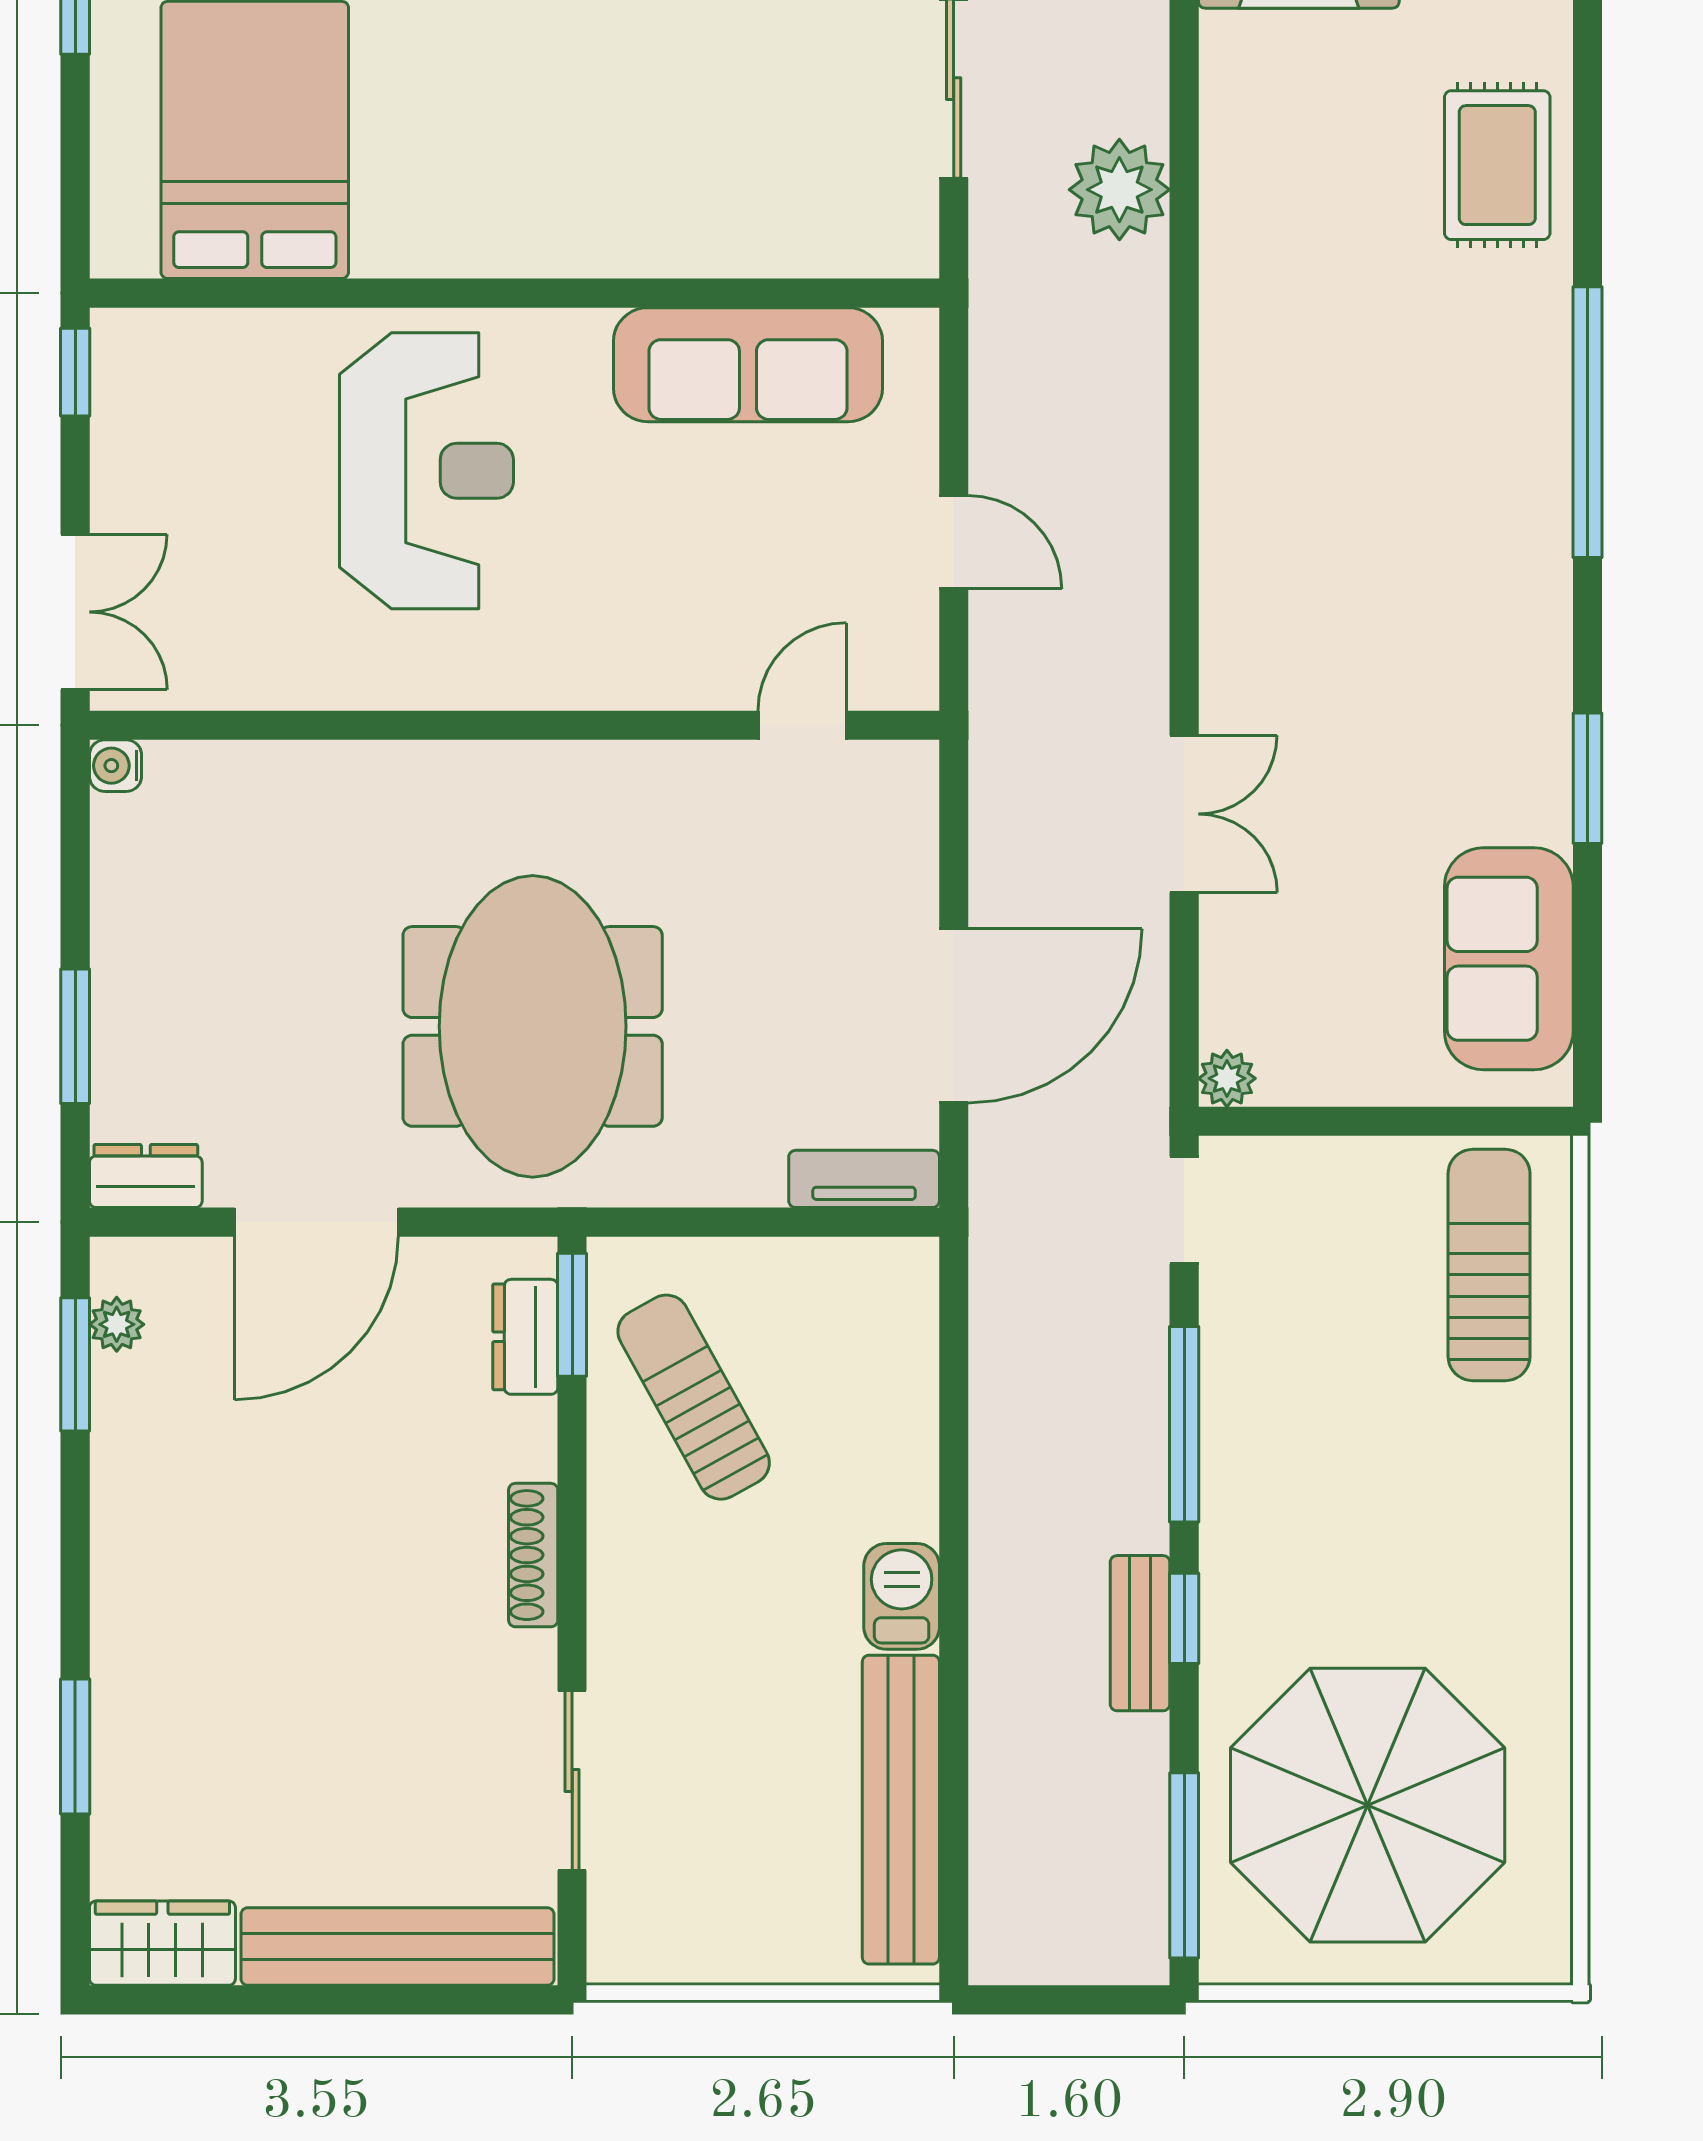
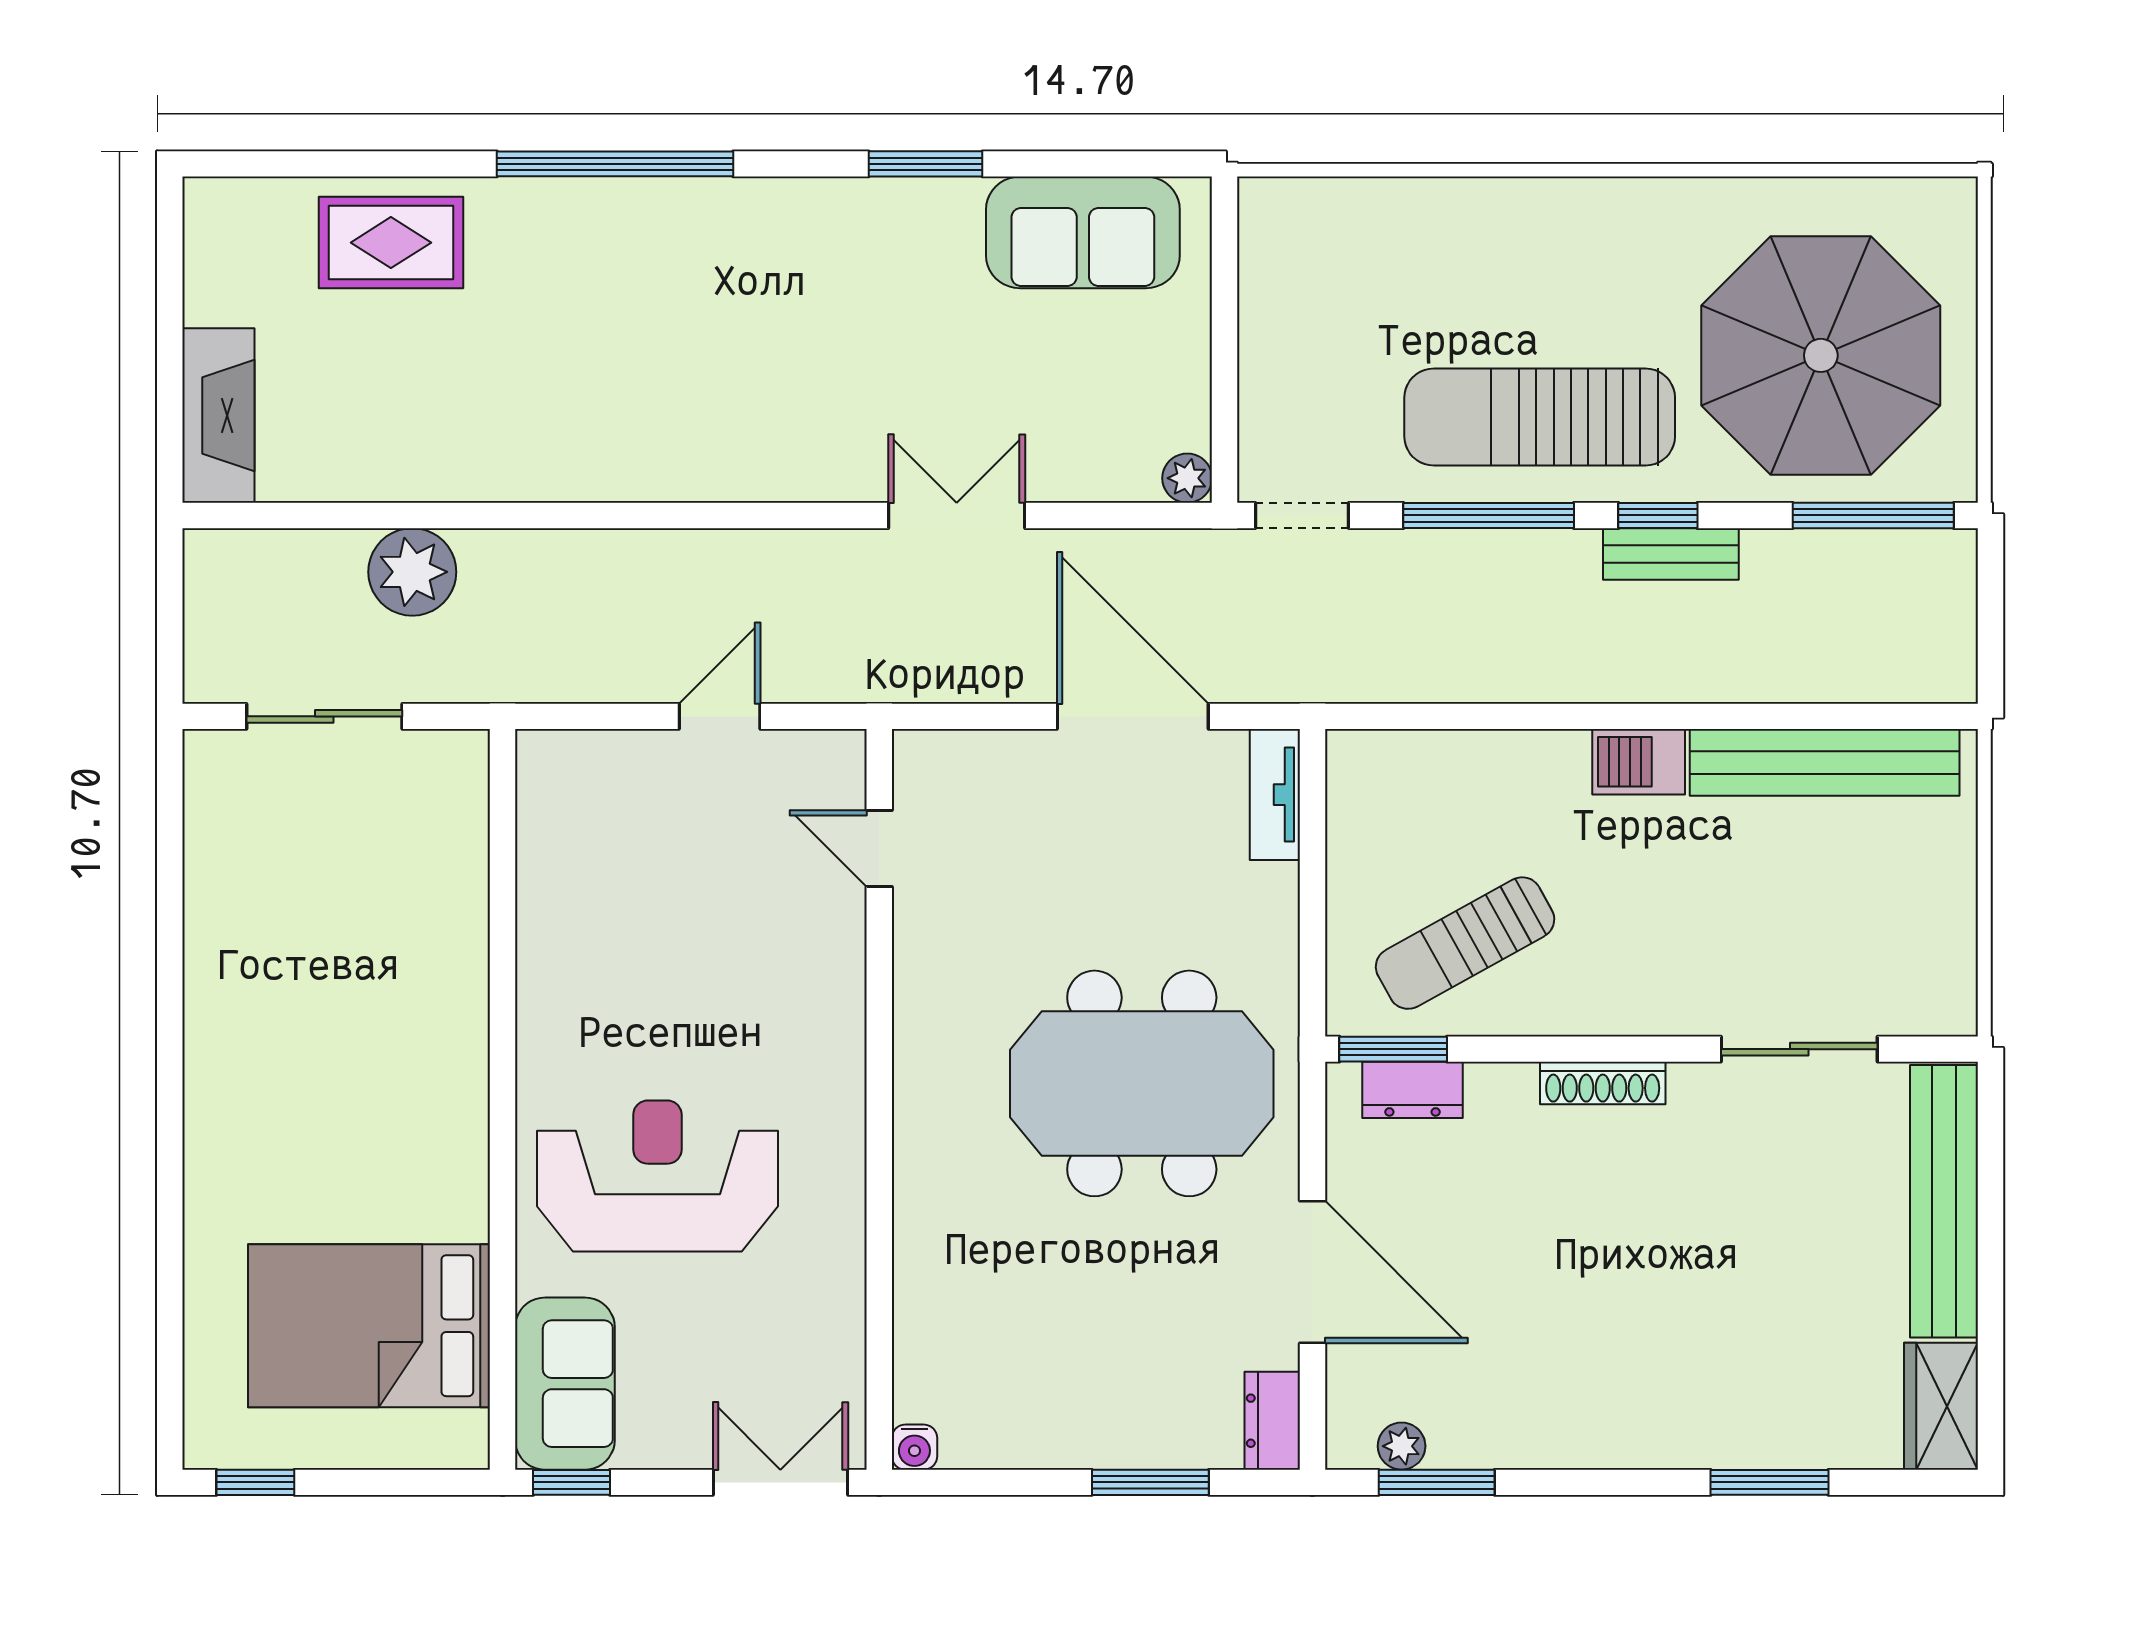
sofa: (748, 365) -> (565, 1384), moved, width x0.73
sun lounger: (1489, 1265) -> (1540, 417), moved, width x1.36, depth x1.34

